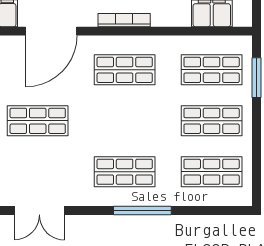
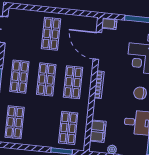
shop shelf: (212, 121) -> (46, 79), moved

